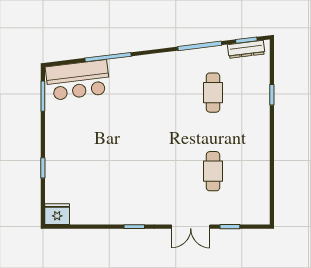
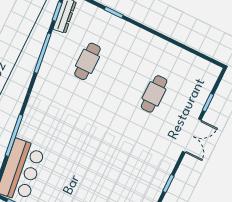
cafe table: (213, 93) -> (87, 61), turned 90
cafe table: (213, 171) -> (154, 94), turned 90

